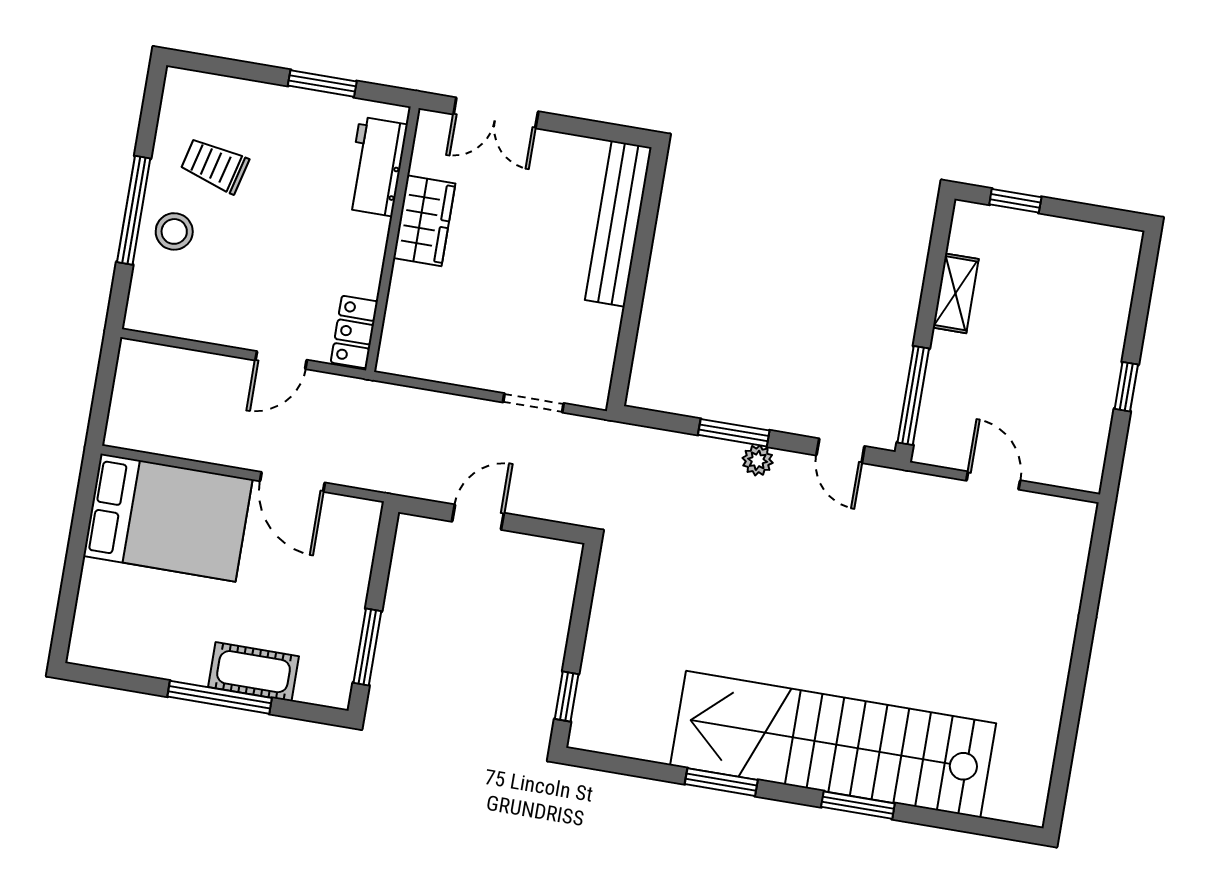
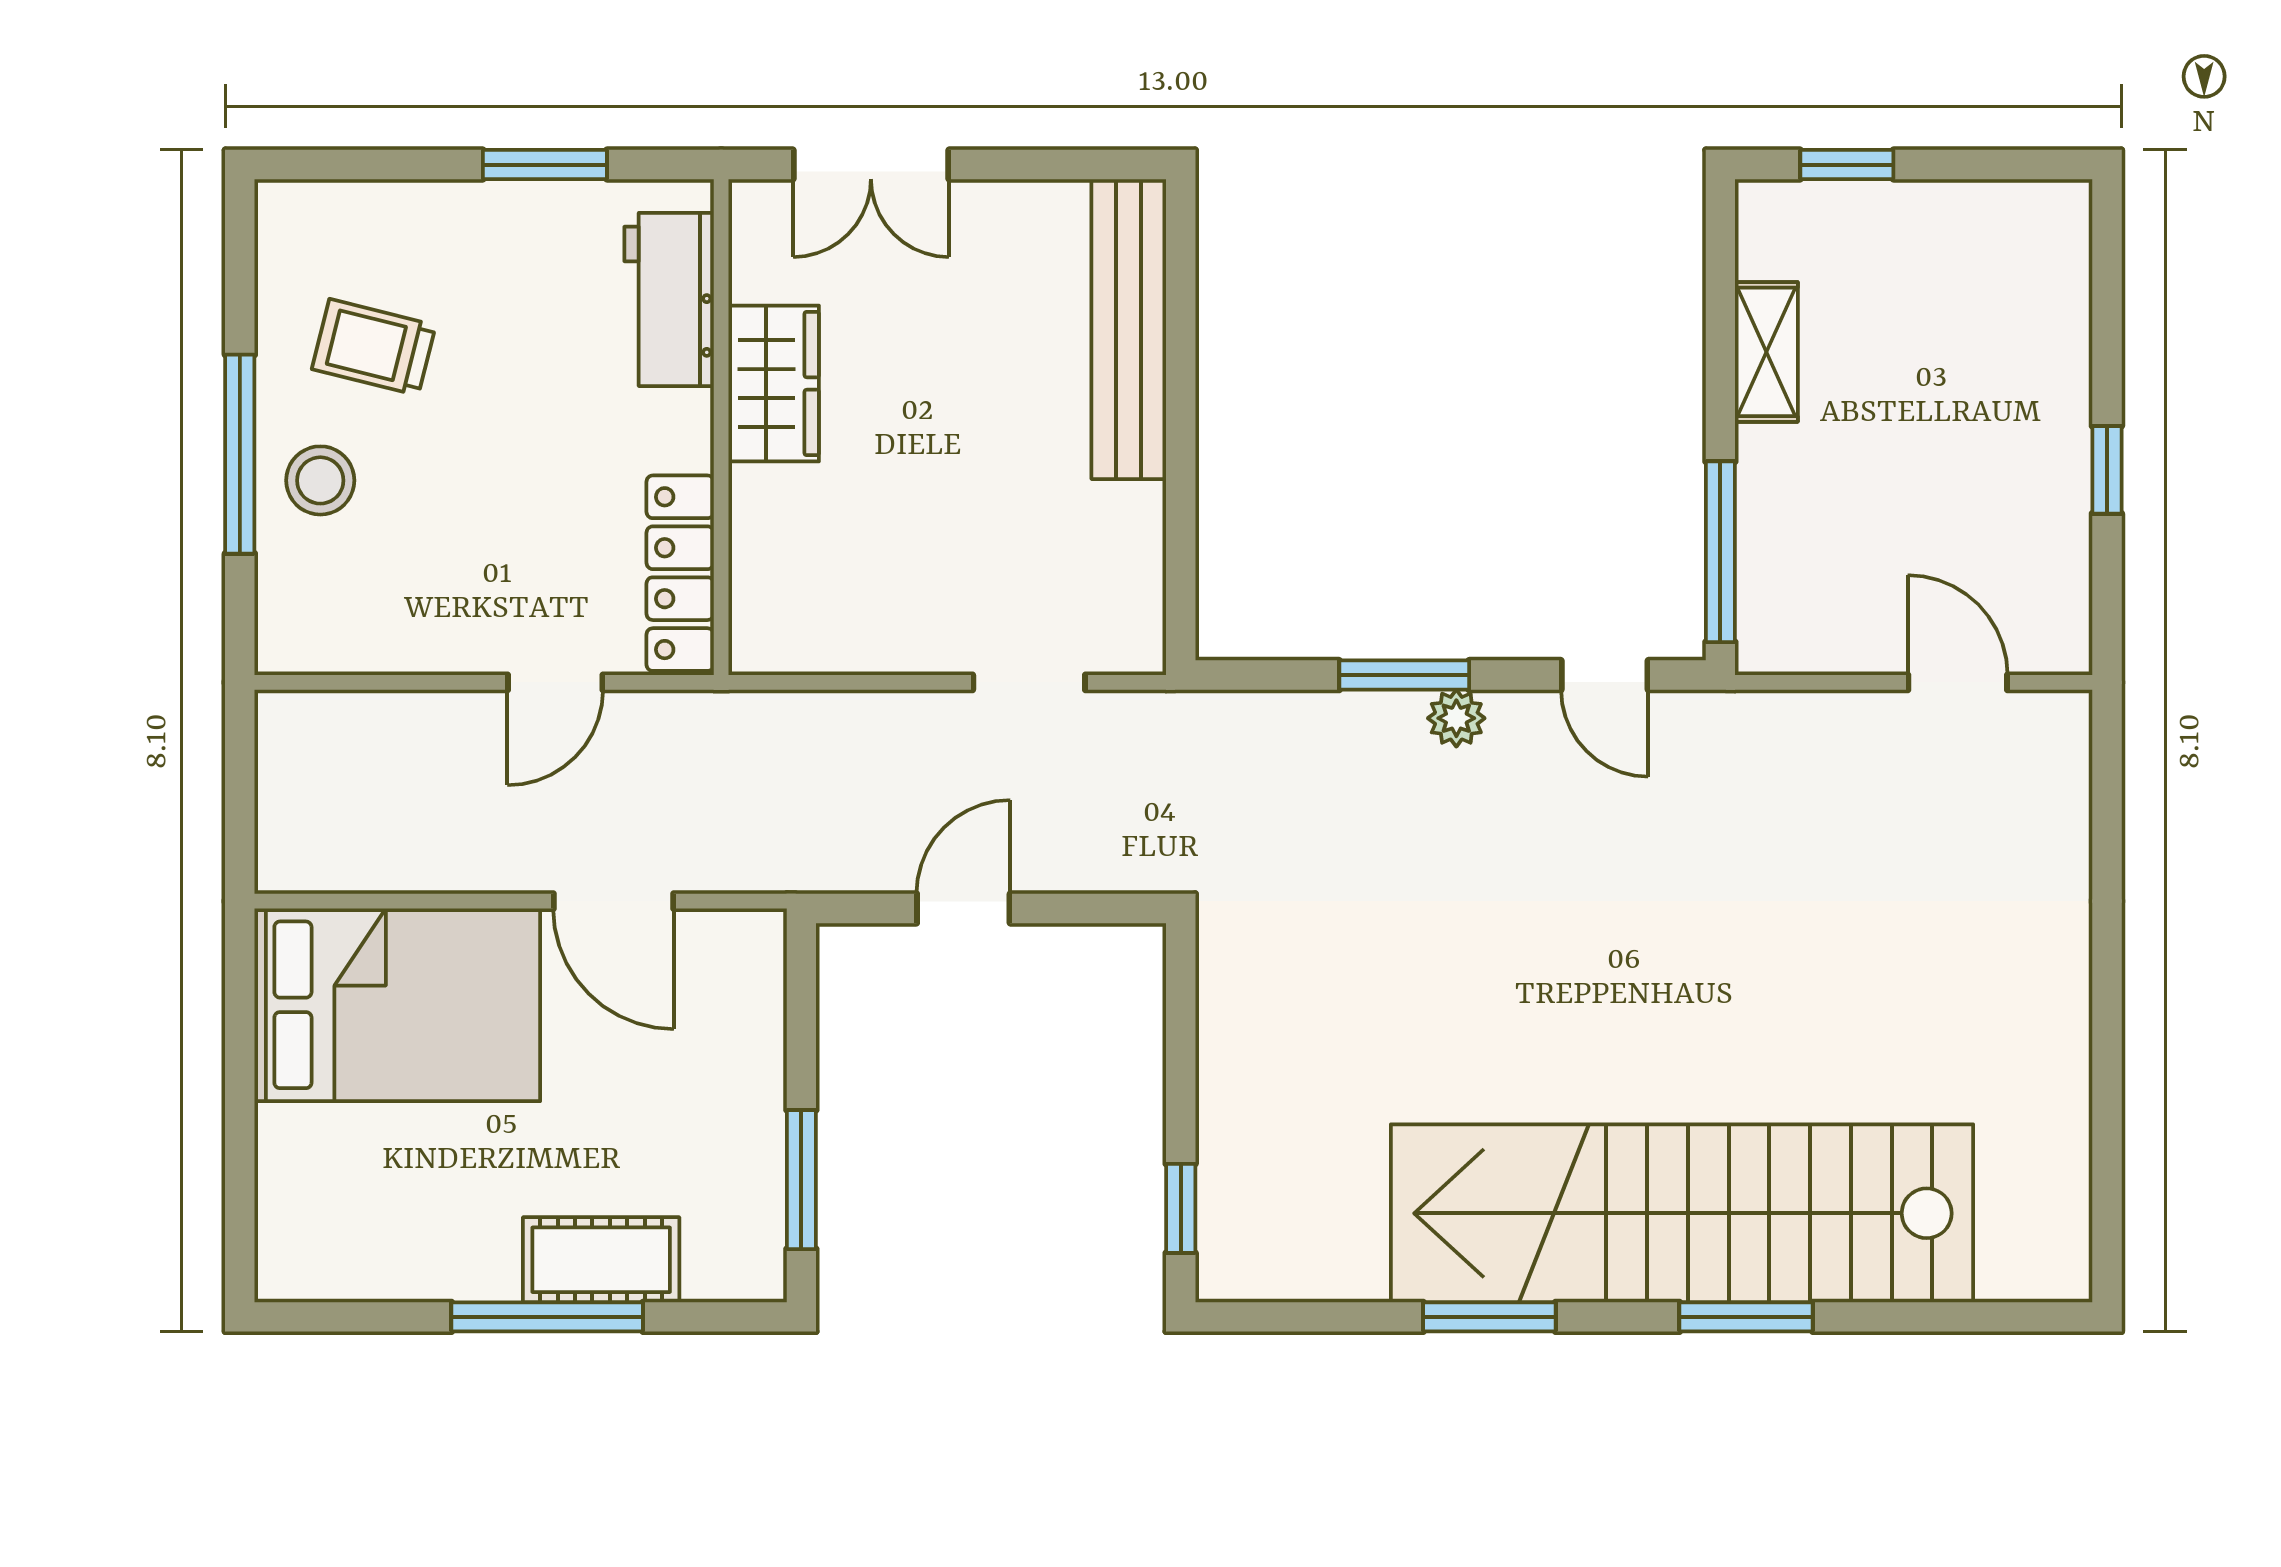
locker: (354, 332) -> (680, 573), width x1.53
door: (993, 481) -> (1958, 682), moved

